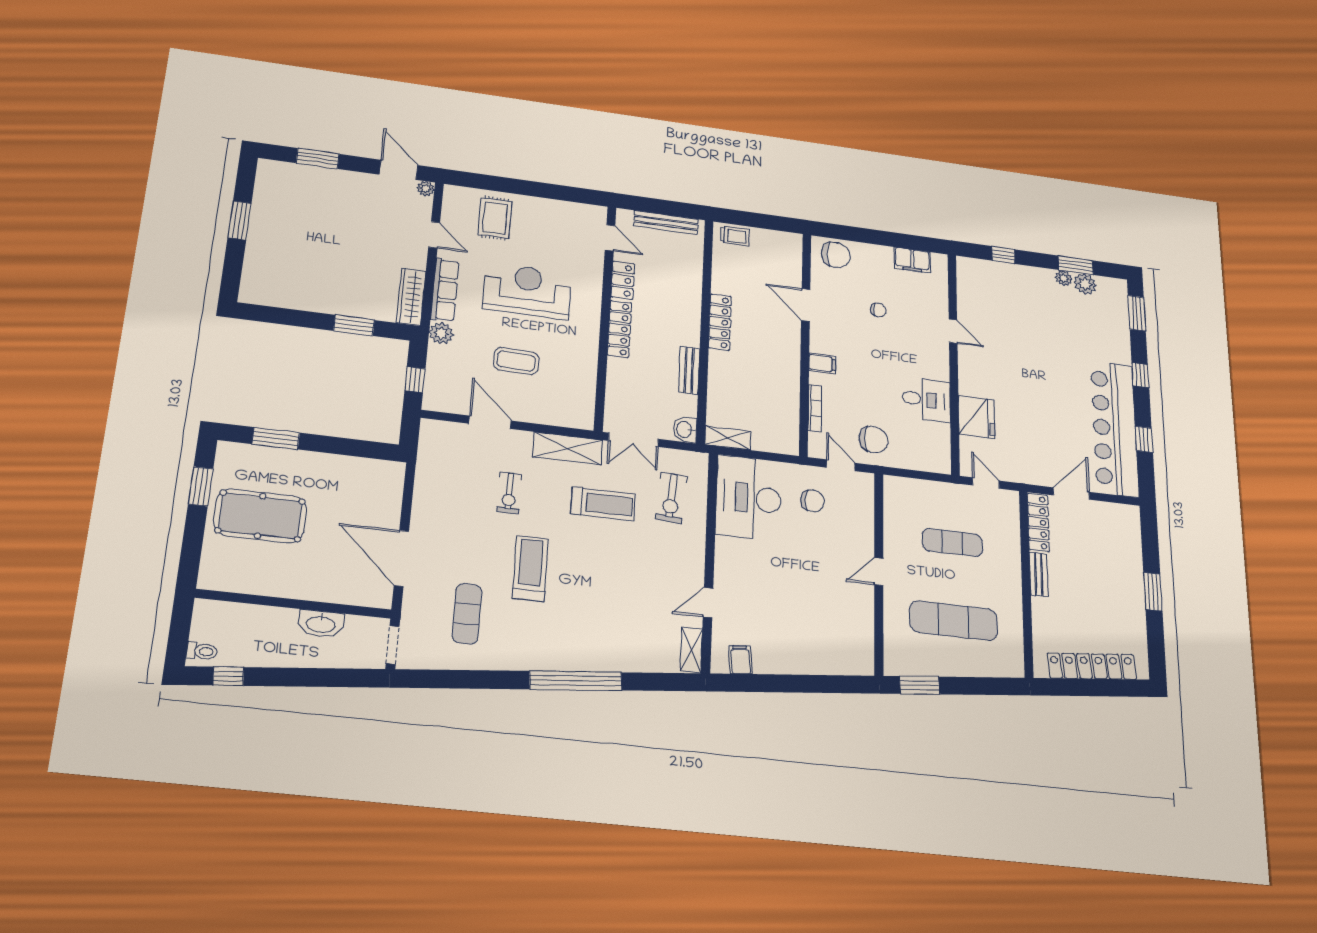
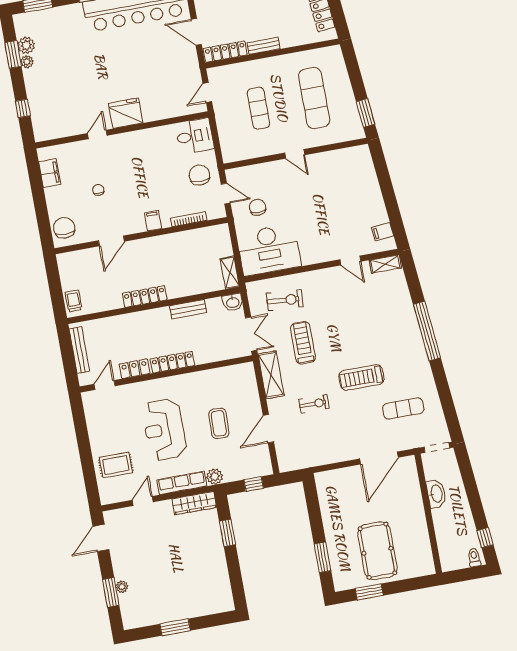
plant: (426, 189) -> (122, 587), moved
desk: (926, 400) -> (195, 136), moved, turned 90
fridge: (976, 417) -> (126, 113), moved
door: (841, 465) -> (226, 193), swing flipped

